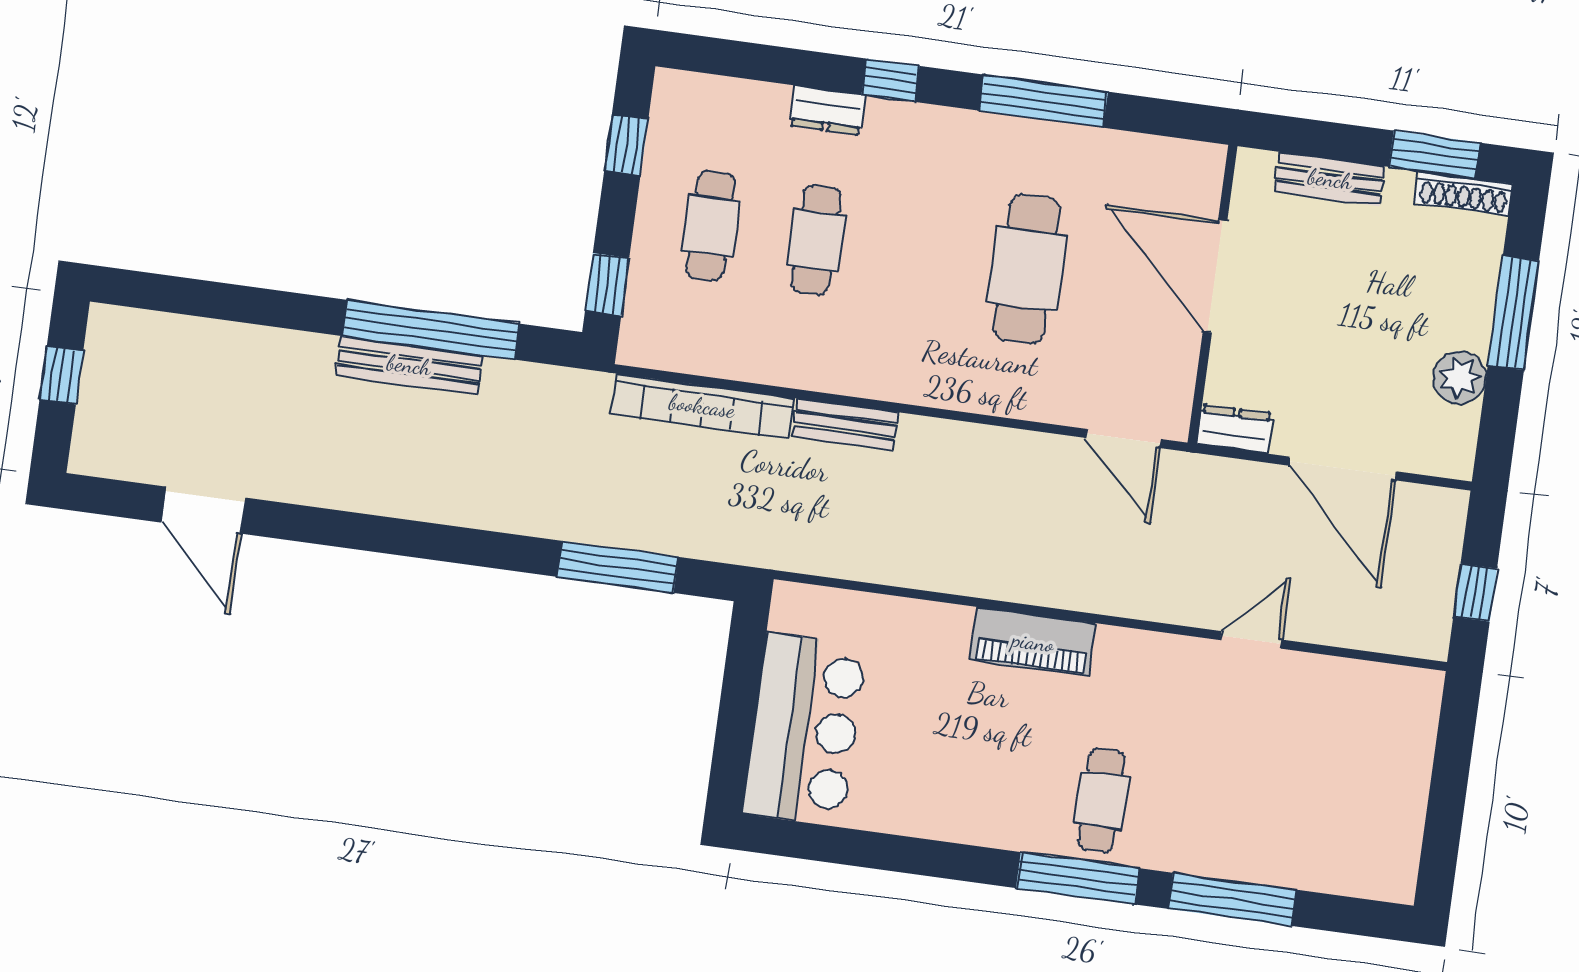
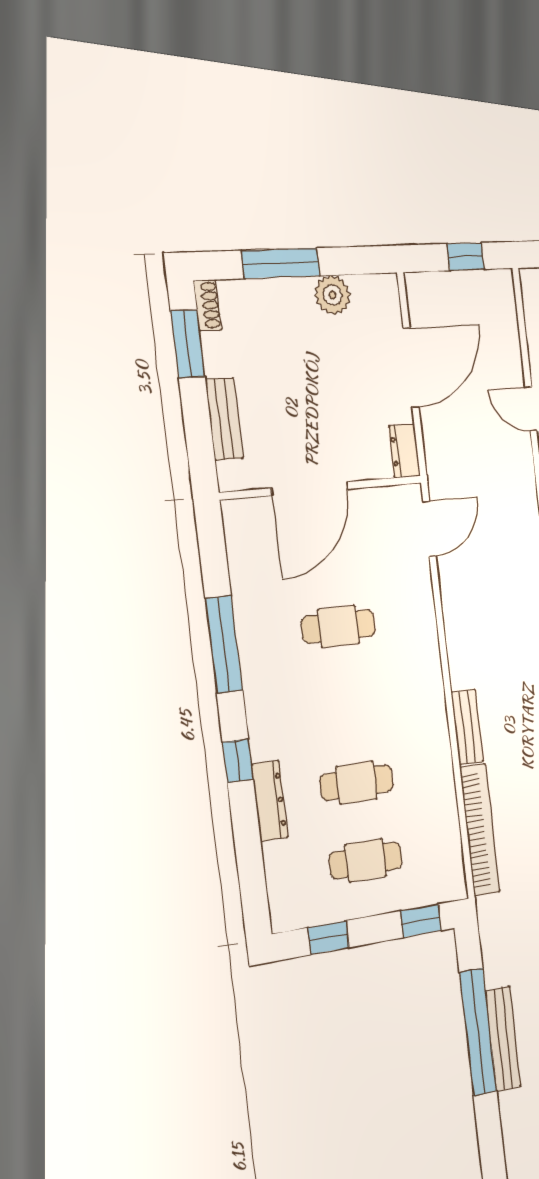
dresser: (827, 110) -> (270, 801), width x1.44
shoe rack: (1464, 193) -> (208, 305), width x0.70
cafe table: (1027, 269) -> (338, 626), width x0.73, depth x0.74

